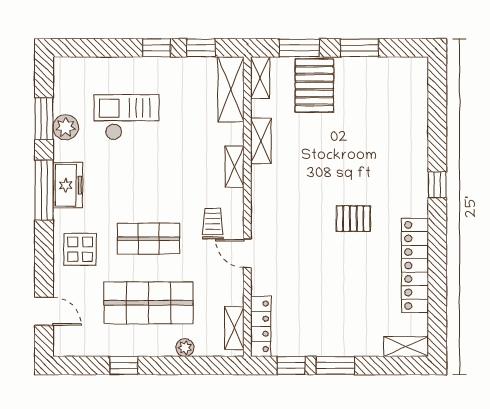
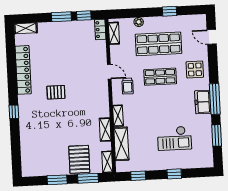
window: (156, 48) -> (174, 174), moved
shelving: (231, 89) -> (121, 144), moved
plant: (66, 127) -> (205, 132), removed
locker: (261, 326) -> (100, 29), width x0.66

